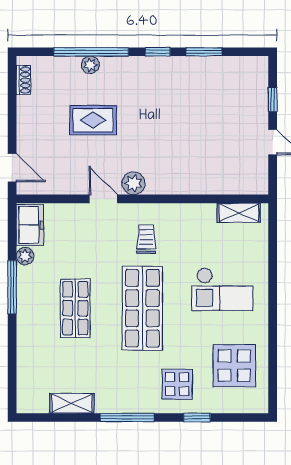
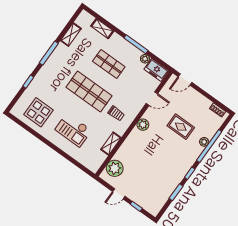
rug: (93, 120) -> (181, 127), turned 90
plant: (236, 178) -> (115, 168), added
door: (103, 199) -> (152, 99), moved
shelving: (239, 213) -> (111, 144), moved
checkout: (222, 289) -> (73, 130), turned -90
shelving: (26, 360) -> (102, 29), added
display table: (177, 384) -> (48, 83), removed

